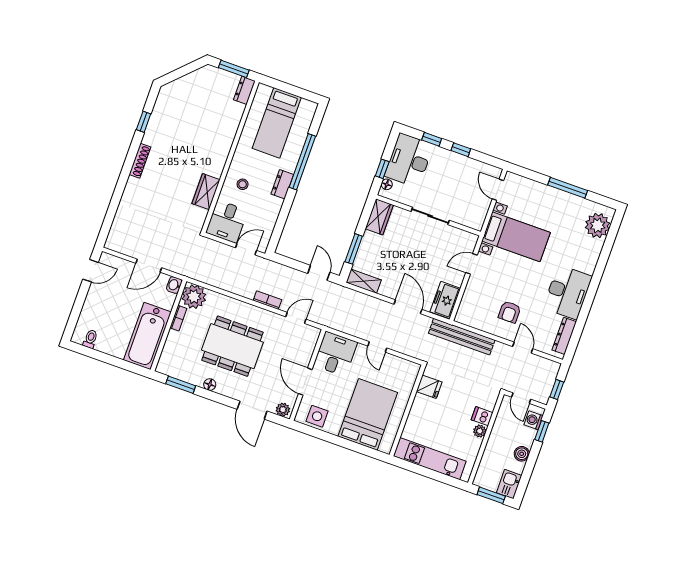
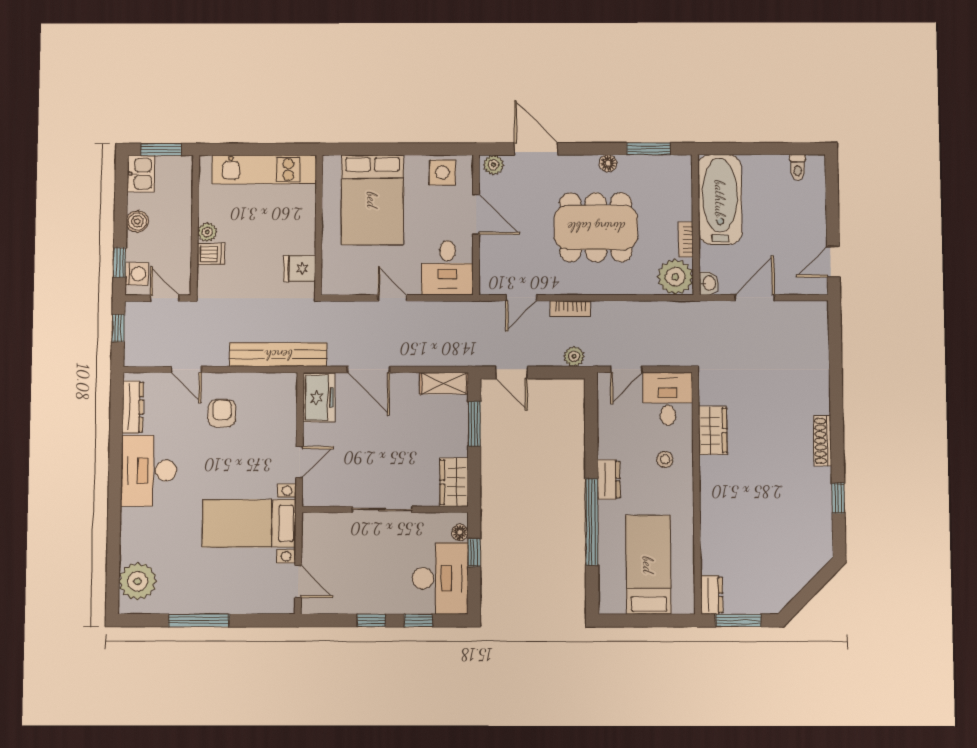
plant: (276, 269) -> (574, 356), added

